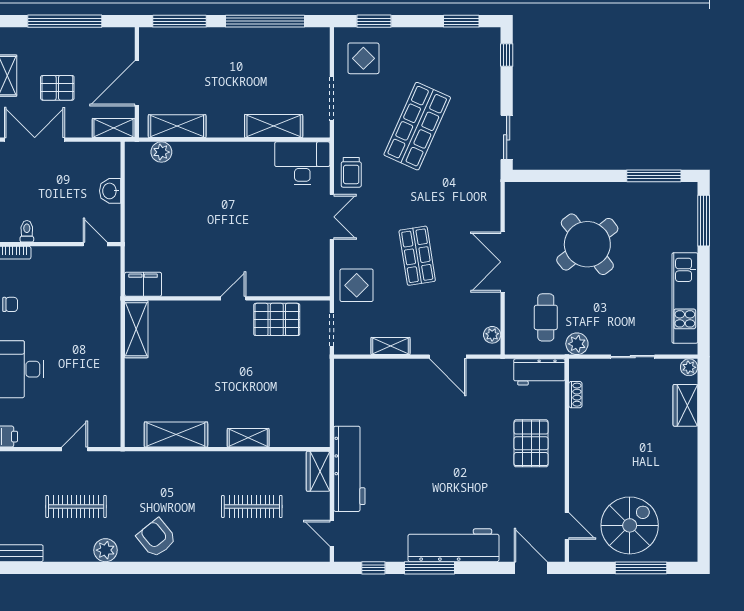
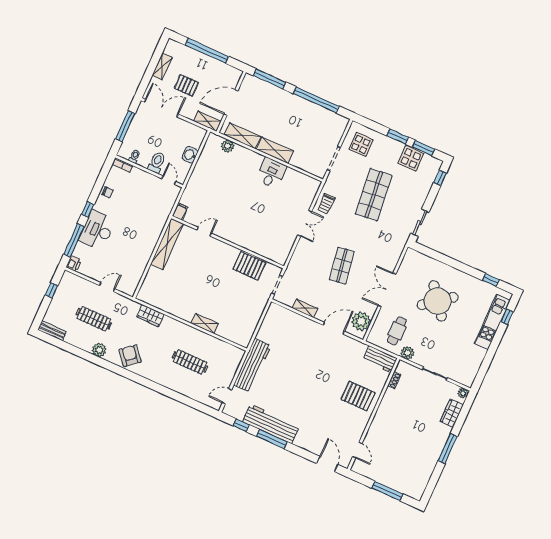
window: (374, 21) -> (398, 136), moved
shelving: (274, 126) -> (275, 150), moved
shop shelf: (417, 126) -> (374, 195), turned -30
desk: (302, 163) -> (271, 173), moved, width x0.73
window: (654, 176) -> (491, 280), width x0.46
window: (704, 221) -> (507, 317), width x0.46
toilet: (65, 225) -> (157, 162), added
filing cabinet: (143, 284) -> (180, 212), width x0.50
display table: (357, 285) -> (411, 158), moved
door: (233, 298) -> (204, 232), moved
kitchen unit: (685, 298) -> (492, 322), moved
shelving: (136, 329) -> (167, 244), width x1.47
plant: (492, 335) -> (361, 321), width x1.88, depth x1.88
door: (448, 357) -> (334, 328), swing flipped
shelving: (176, 435) -> (166, 304), removed
pallet: (531, 443) -> (358, 396), turned 90
window: (704, 462) -> (448, 449), added
wardrobe: (318, 471) -> (151, 316), moved, turned -90
spiral stairs: (630, 525) -> (392, 465), removed
door: (332, 533) -> (227, 396), hinge flipped
workbench: (454, 545) -> (271, 424), moved

